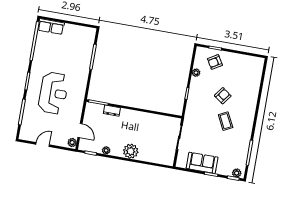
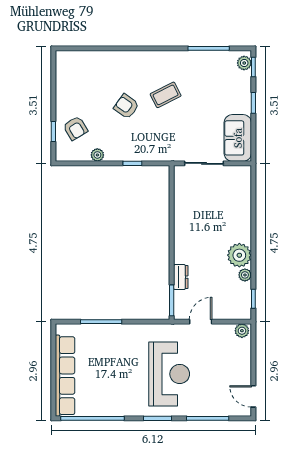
row of seats: (51, 27) -> (65, 376), width x2.02
reception desk: (53, 93) -> (169, 374), turned 90
door: (80, 131) -> (201, 322), moved
door: (43, 145) -> (253, 396), moved
plant: (131, 151) -> (239, 255), moved
sofa: (202, 163) -> (238, 138), moved

